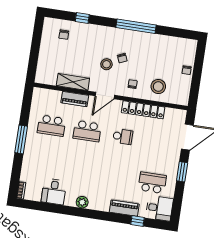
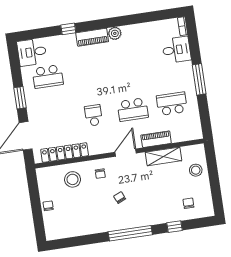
window: (136, 26) -> (130, 233), moved
stool: (107, 64) -> (196, 170), moved
locker: (143, 110) -> (65, 153), moved
school desk: (87, 131) -> (133, 110), turned 180
school desk: (123, 137) -> (94, 115), turned 90
desk: (54, 192) -> (176, 50), moved, turned 90
piano: (124, 208) -> (92, 37), moved
window: (137, 221) -> (68, 29), moved

